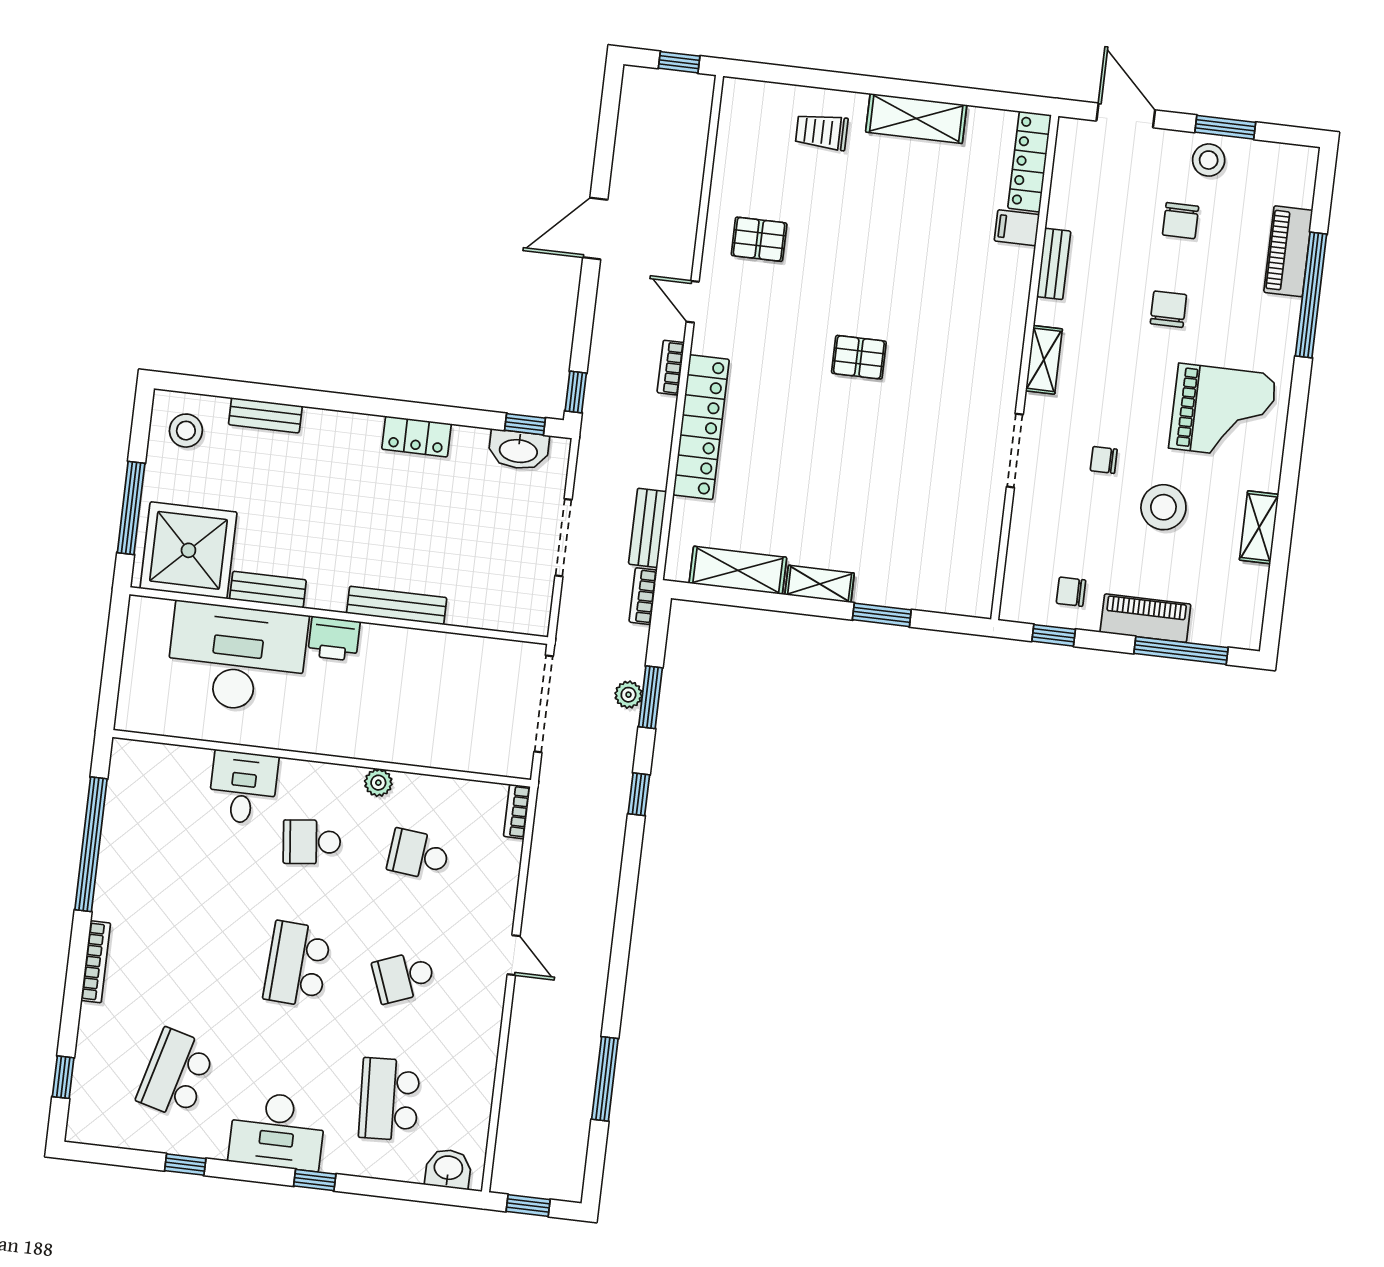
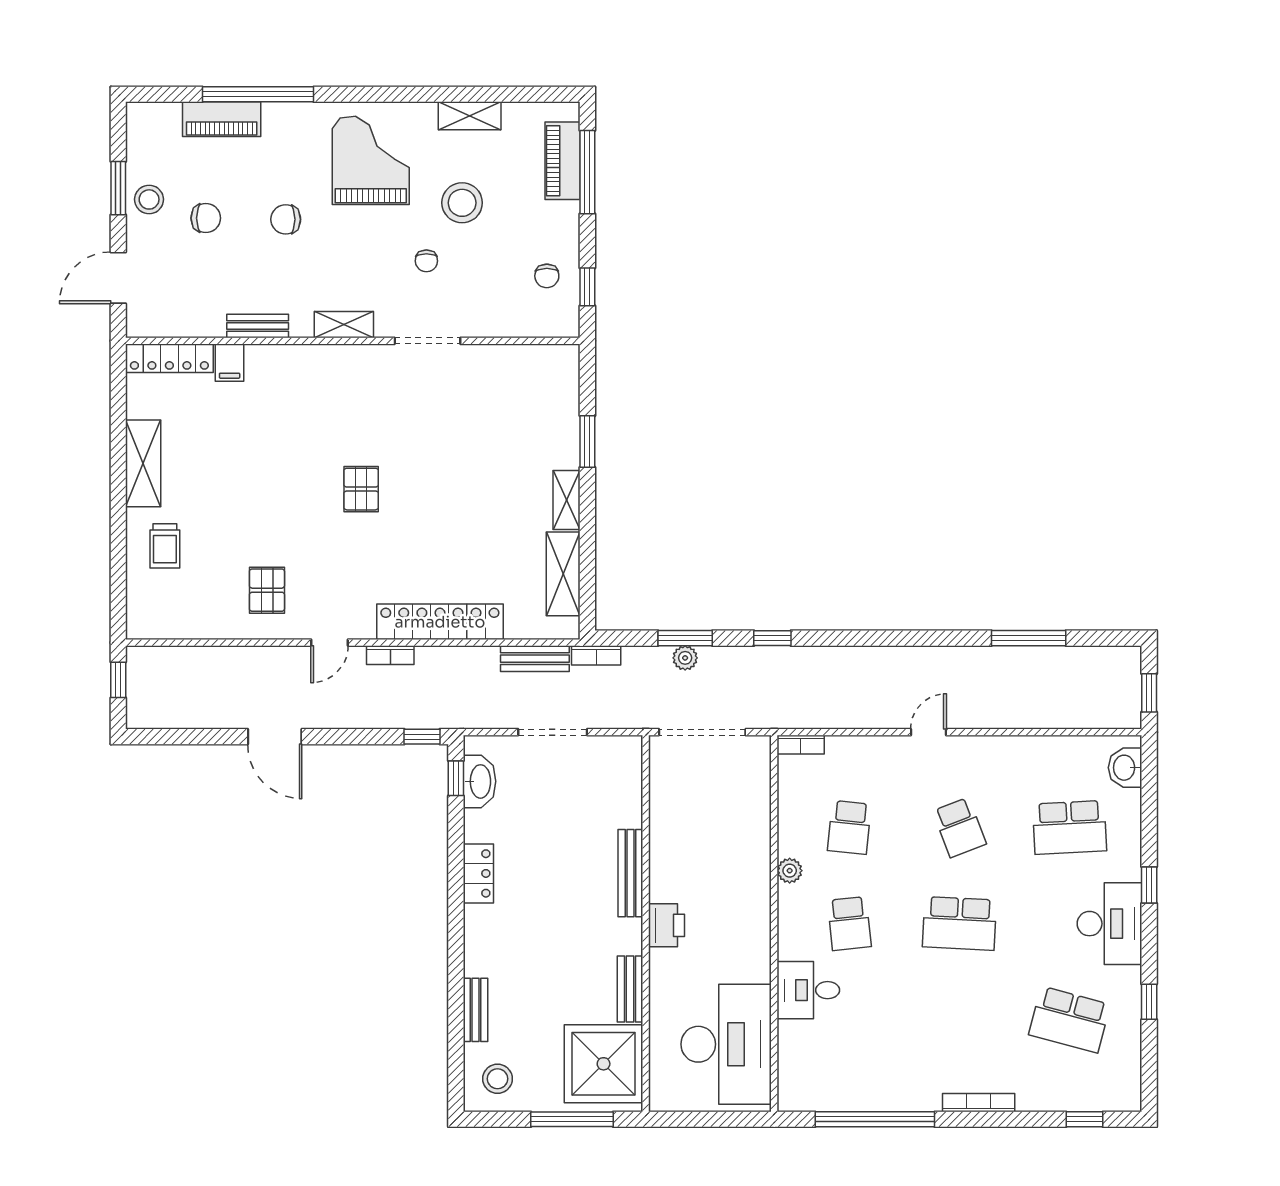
piano: (1145, 618) -> (563, 161), moved
desk: (237, 658) -> (726, 1044), moved, turned 180

